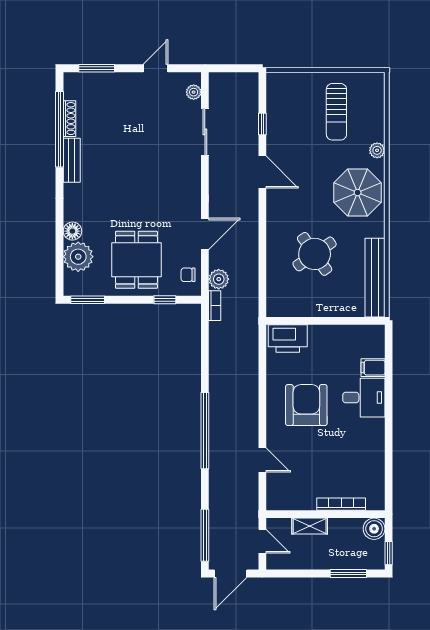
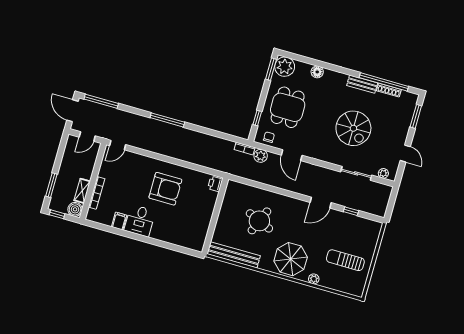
spiral stairs: (140, 155) -> (353, 128), added
round table: (315, 254) -> (259, 221), turned -32
plant: (78, 257) -> (285, 67), moved
dining table: (136, 260) -> (288, 107), turned 90
printer: (288, 339) -> (215, 184), width x0.53, depth x0.68
filing cabinet: (373, 368) -> (119, 221), moved
desk: (364, 398) -> (140, 221), moved
window: (205, 431) -> (167, 120), width x0.68
door: (262, 460) -> (118, 145), moved
shelving: (310, 526) -> (82, 191), moved

